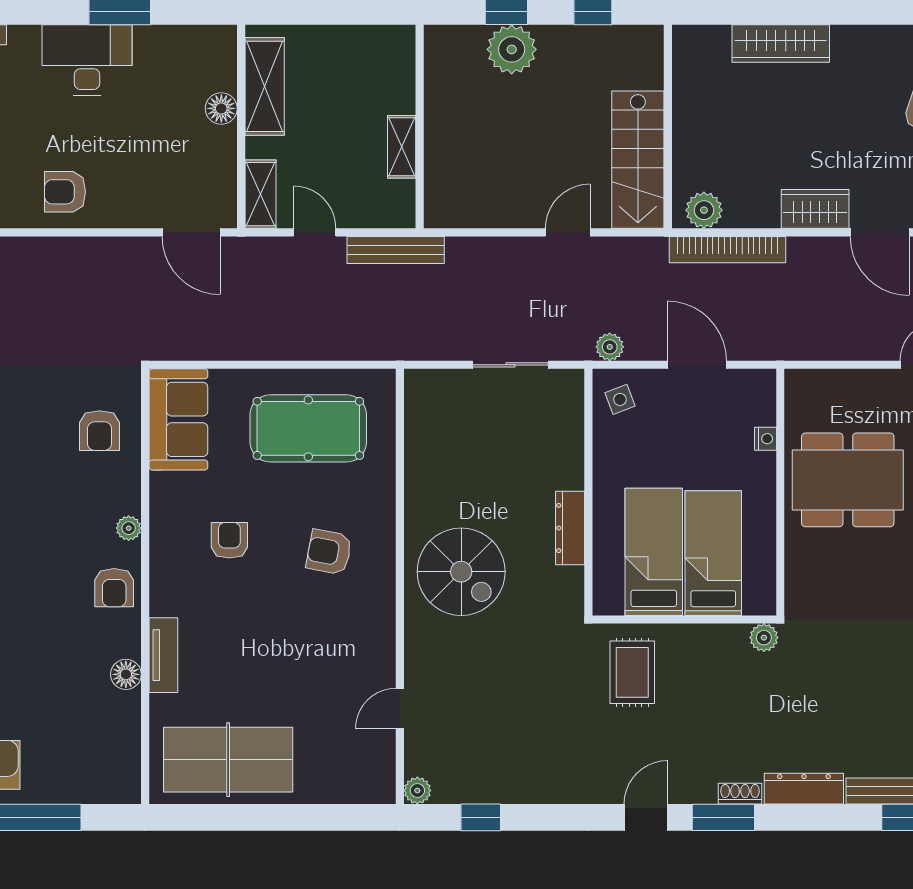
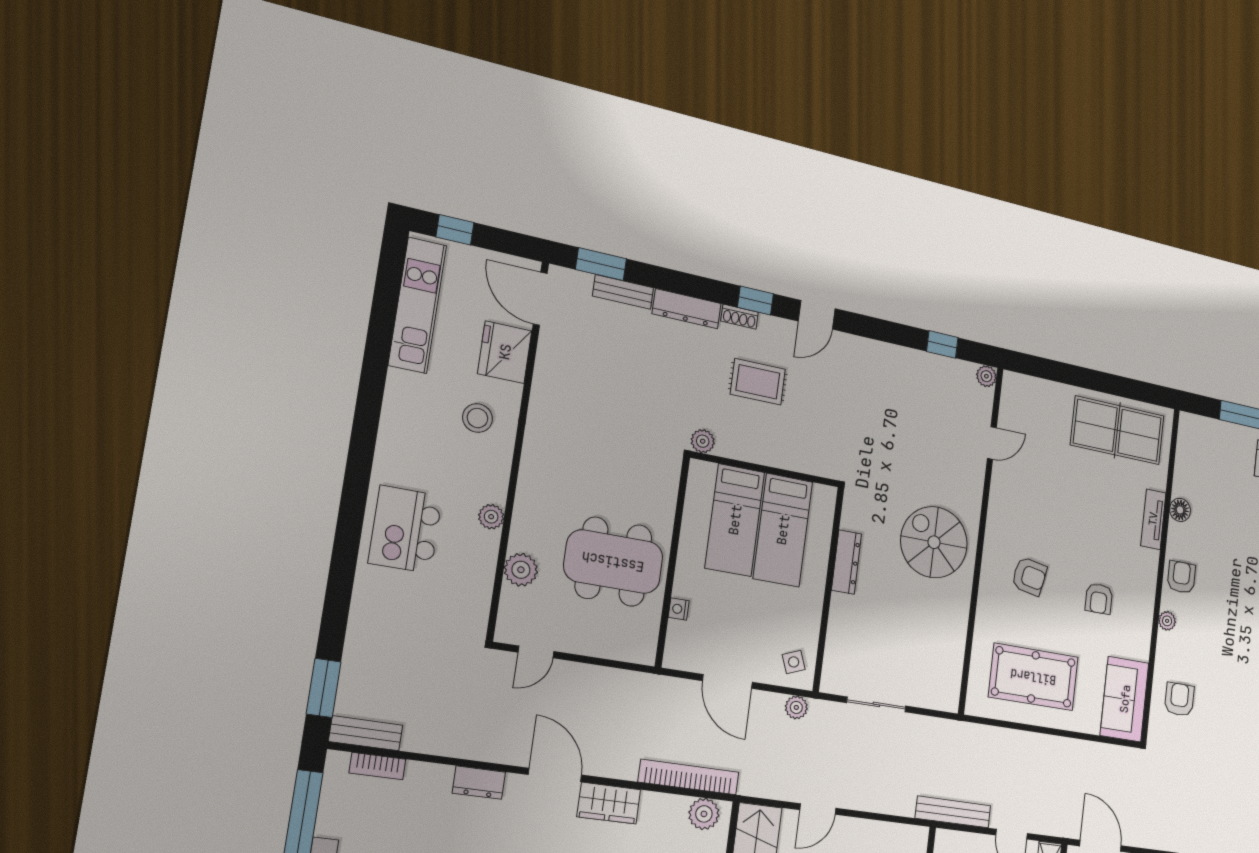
rug: (632, 672) -> (758, 382), moved, turned 90
window: (723, 817) -> (755, 300), width x0.67

